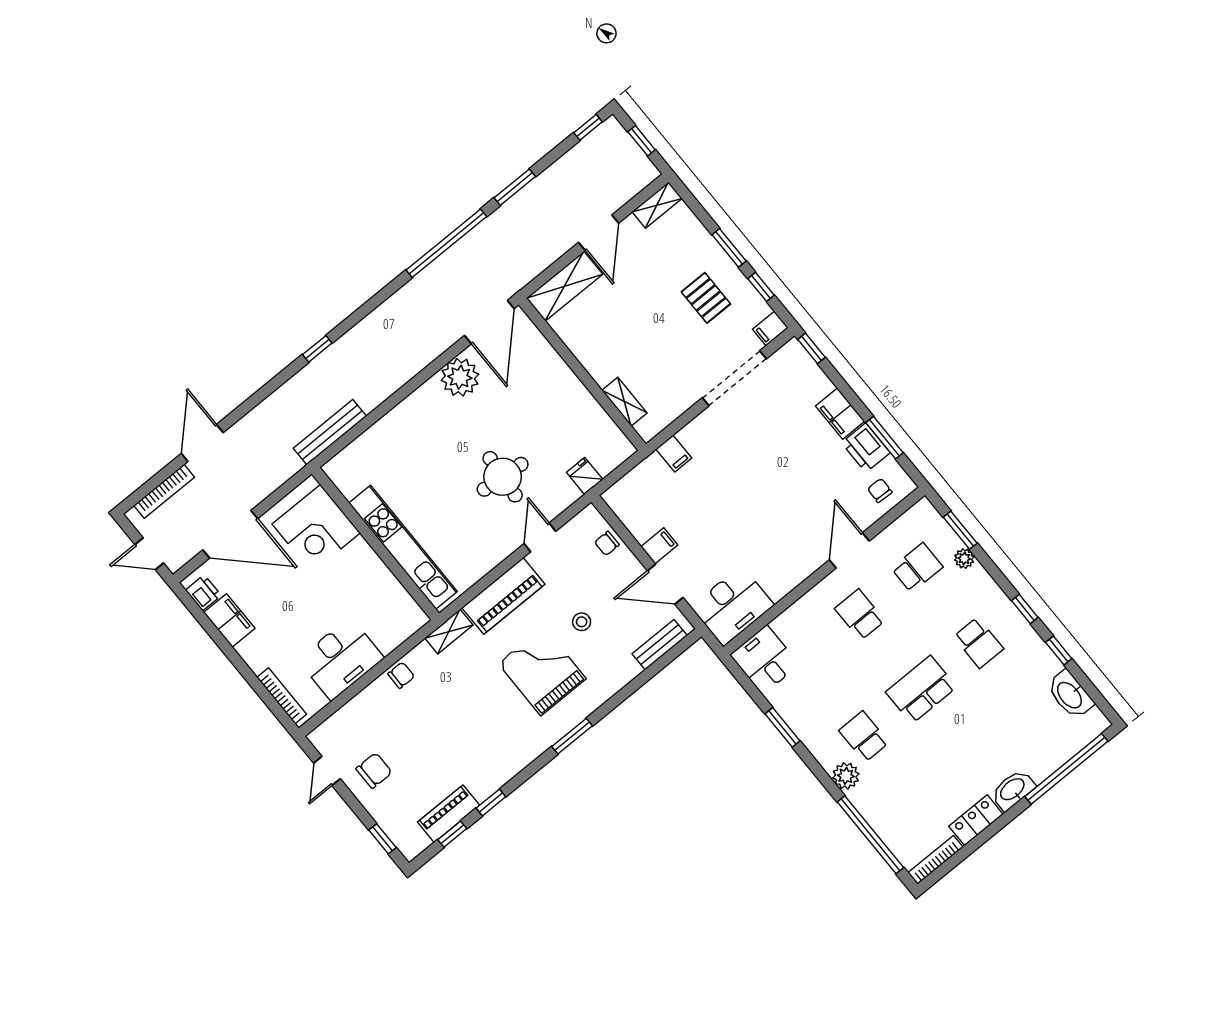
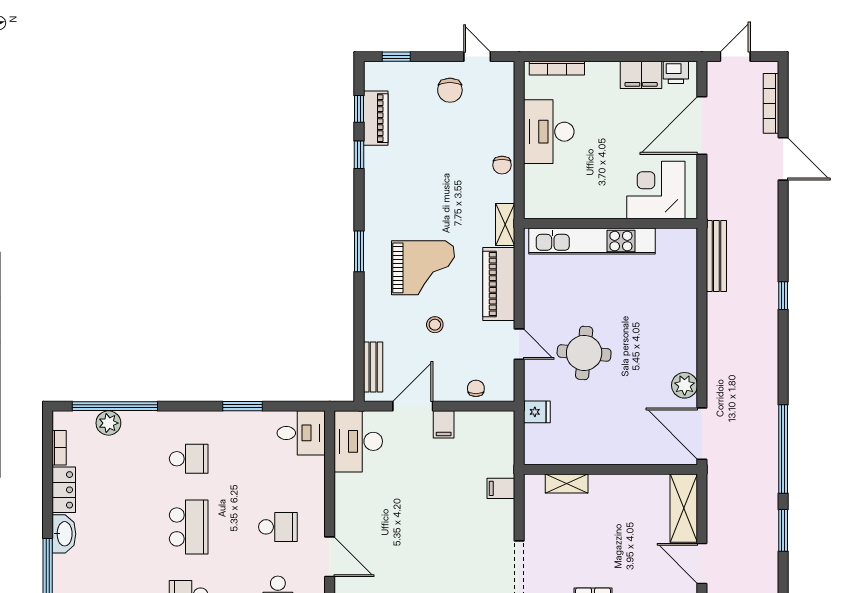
plant: (460, 377) -> (685, 385), width x0.73, depth x0.73
plant: (846, 776) -> (108, 423), moved
bookcase: (935, 860) -> (59, 448), width x0.64

